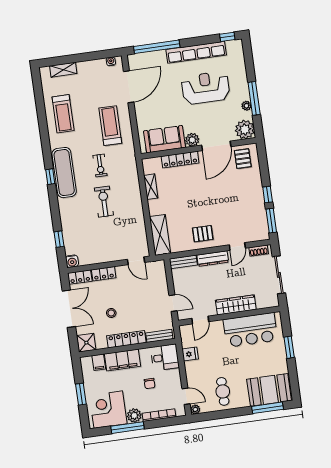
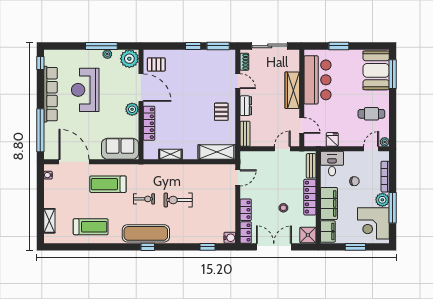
sofa: (164, 139) -> (120, 149), moved, turned 90
dresser: (213, 259) -> (246, 106), width x0.70
filing cabinet: (99, 362) -> (328, 231), width x2.00

